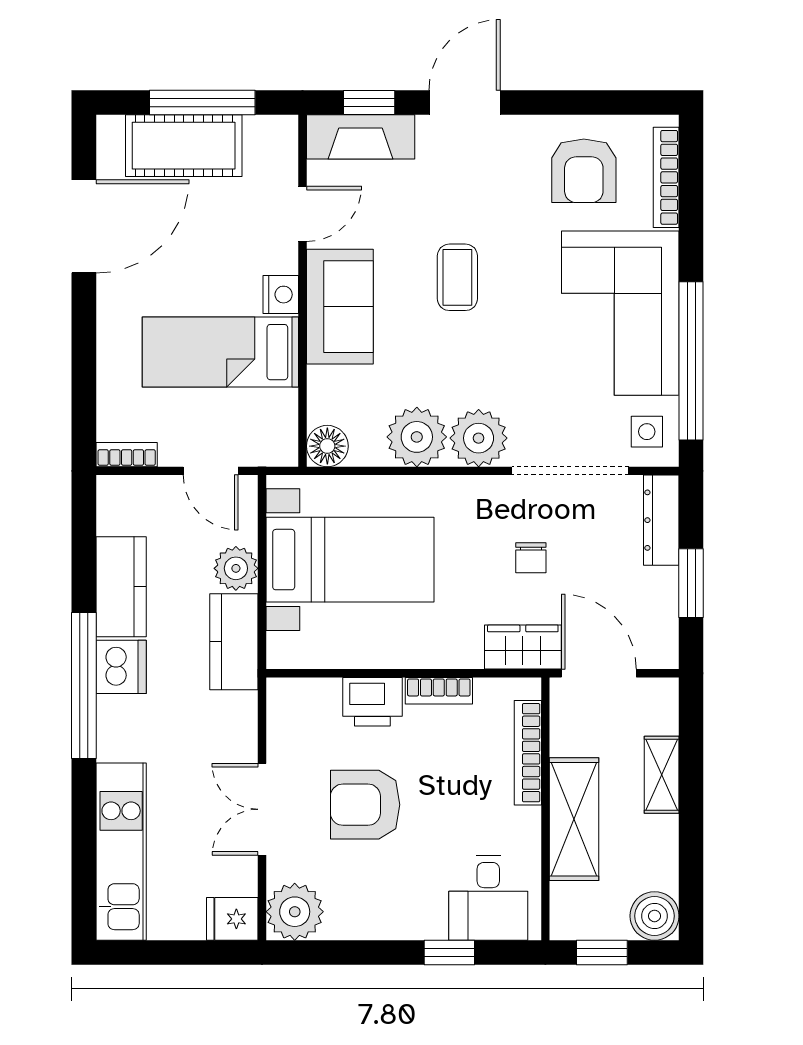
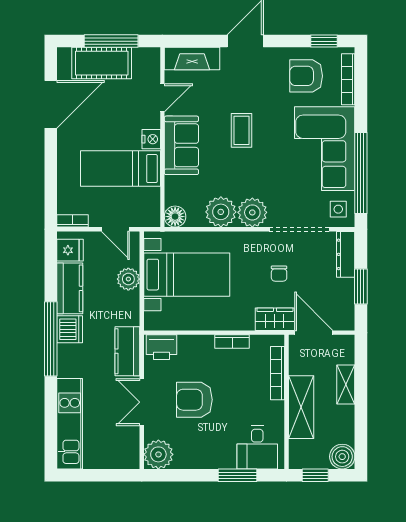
window: (369, 102) -> (324, 41), moved
armchair: (584, 171) -> (306, 76), turned 90
kitchen counter: (234, 642) -> (127, 351), moved
printer: (372, 702) -> (162, 347), moved
fridge: (232, 919) -> (70, 250), moved, turned 180
window: (449, 953) -> (237, 475), width x1.50

